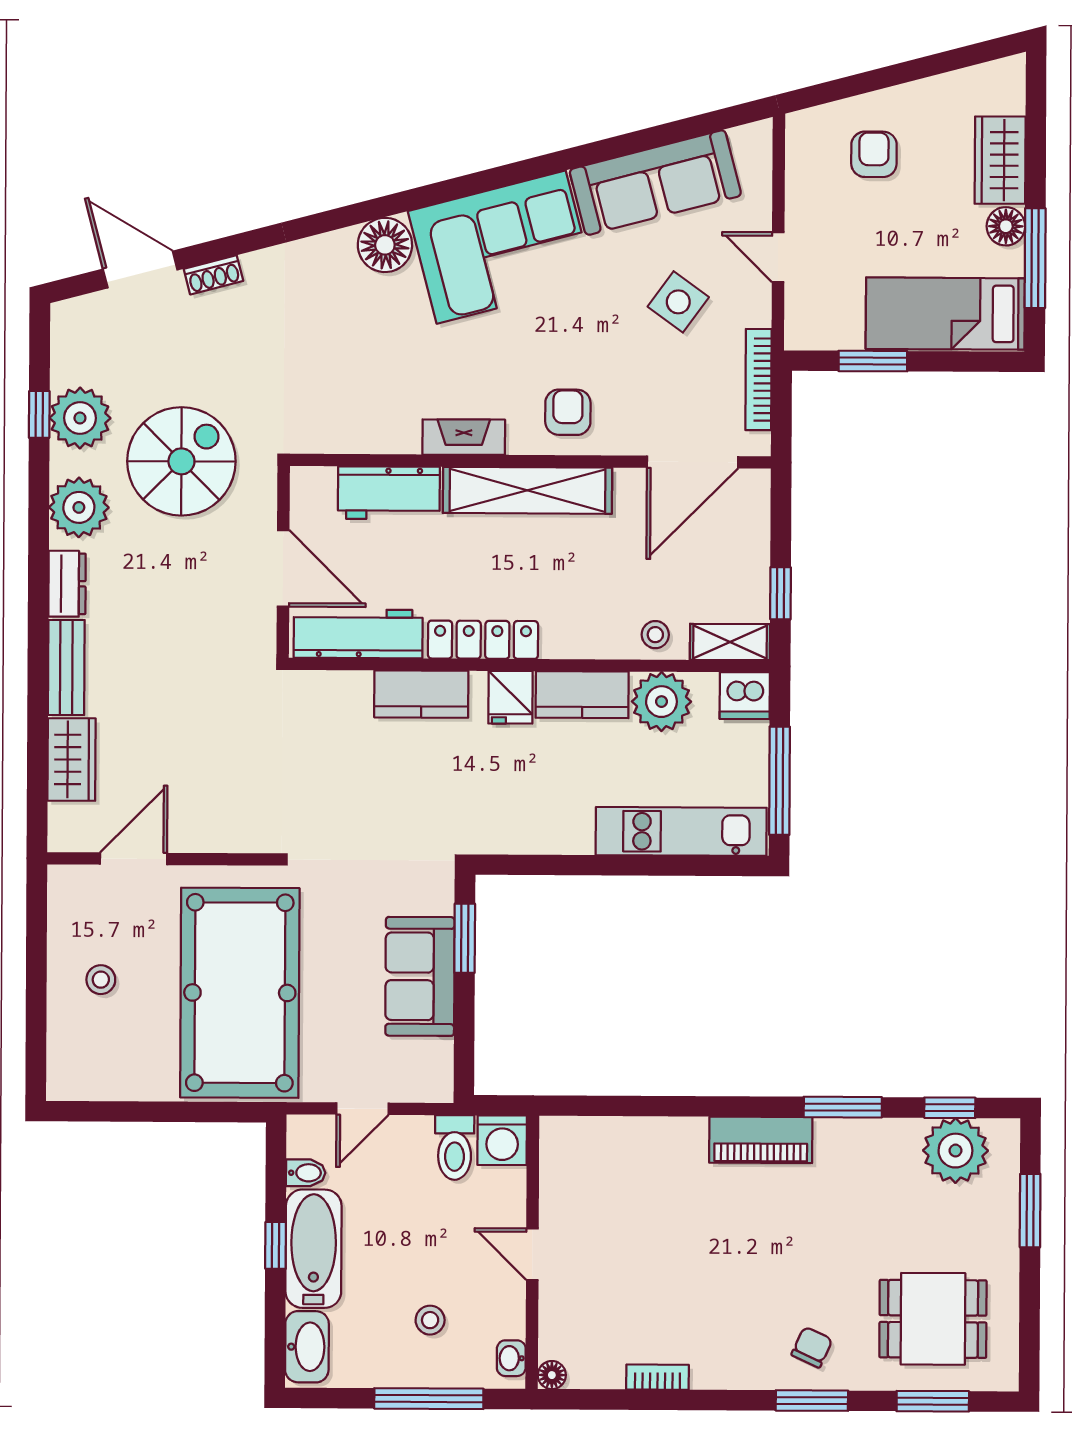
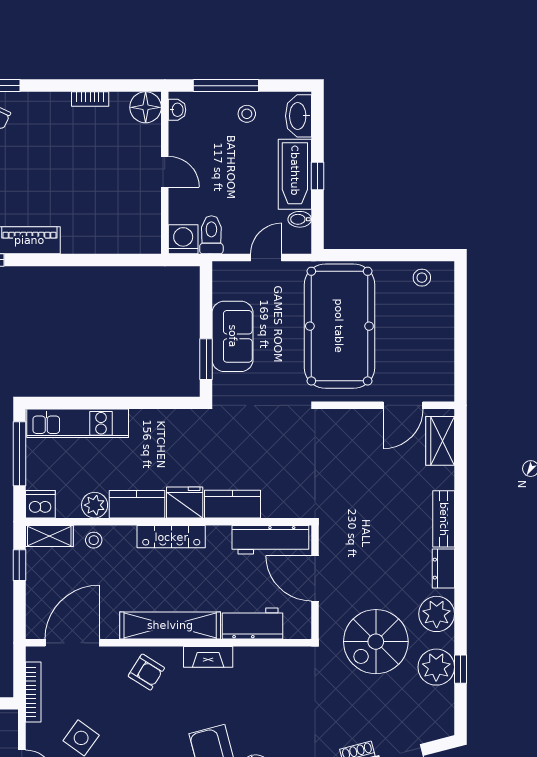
armchair: (568, 412) -> (146, 672), turned -58
locker: (483, 640) -> (171, 537), moved
fridge: (510, 697) -> (185, 502), width x1.38
plant: (661, 702) -> (95, 505), width x0.73, depth x0.73
wardrobe: (72, 759) -> (440, 441), moved
stool: (101, 980) -> (422, 278), moved
stool: (430, 1320) -> (247, 114), moved
floor lamp: (552, 1375) -> (146, 107), width x1.89, depth x1.89

